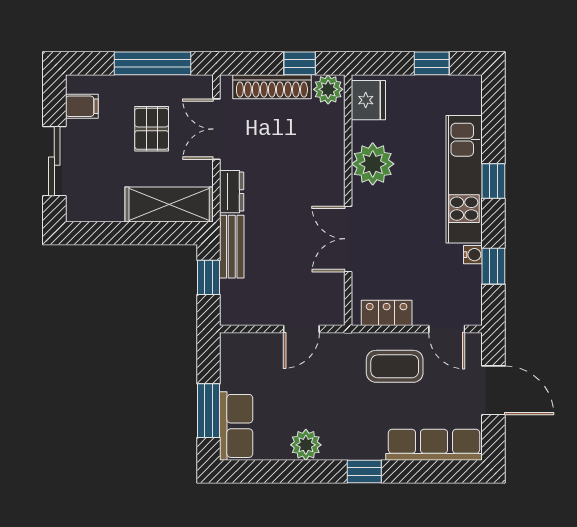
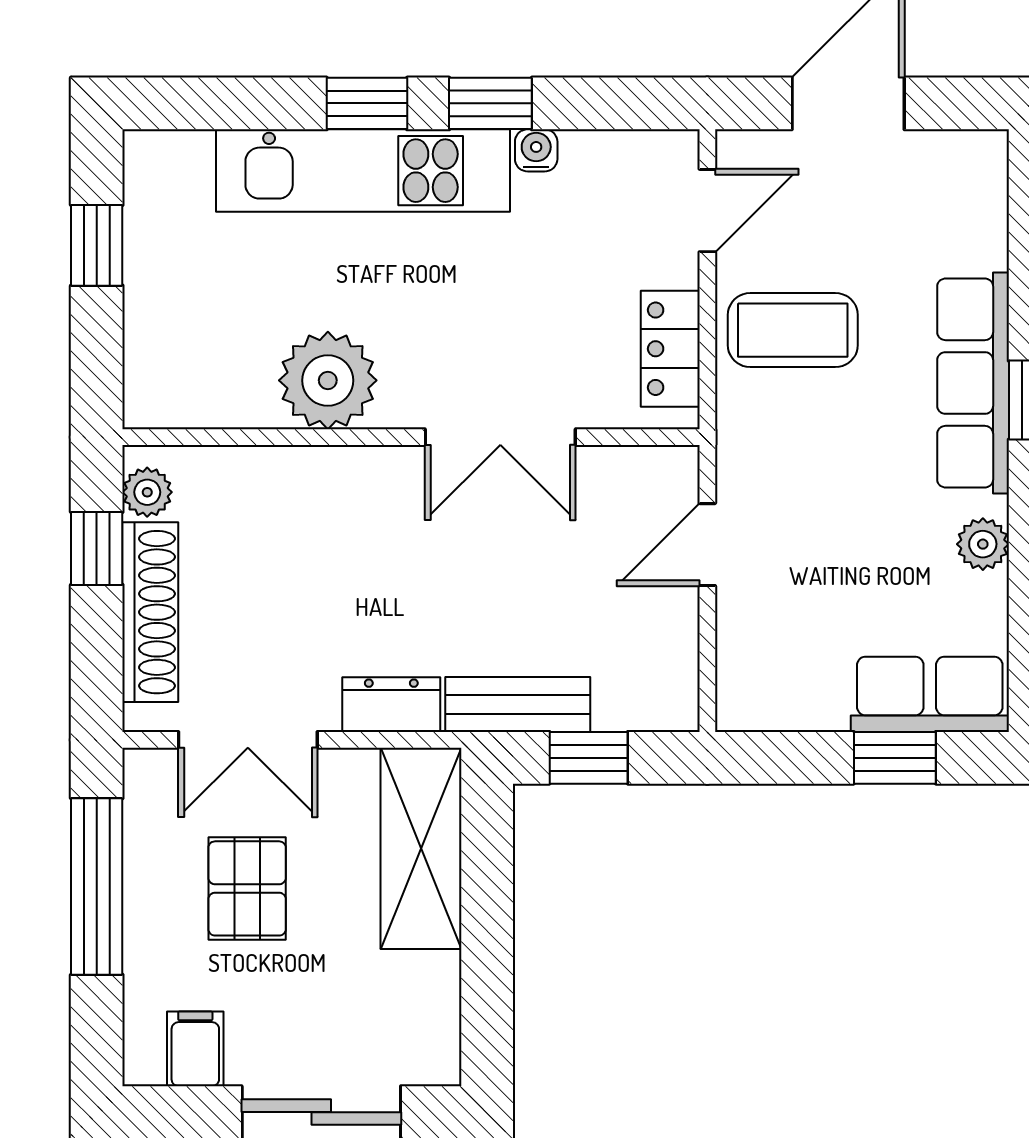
plant: (328, 89) -> (147, 492), width x0.73, depth x0.73
fridge: (368, 100) -> (181, 390), removed
pallet: (152, 129) -> (247, 888), turned 90
window: (493, 266) -> (490, 103), moved
door: (301, 329) -> (707, 545), swing flipped
coffee table: (395, 366) -> (793, 330), turned 90
window: (209, 411) -> (895, 758), width x0.67
plant: (306, 445) -> (983, 544), width x0.73, depth x0.73
row of seats: (434, 445) -> (973, 383), moved

